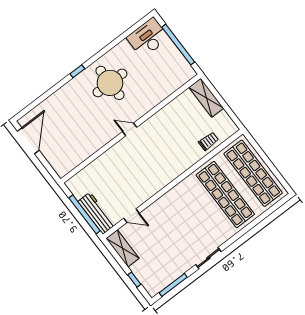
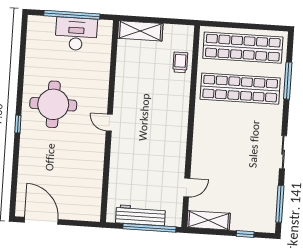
desk: (148, 38) -> (76, 34), moved, turned 90
door: (130, 129) -> (109, 123), hinge flipped
workbench: (96, 213) -> (140, 215), moved
window: (257, 221) -> (288, 81), added

